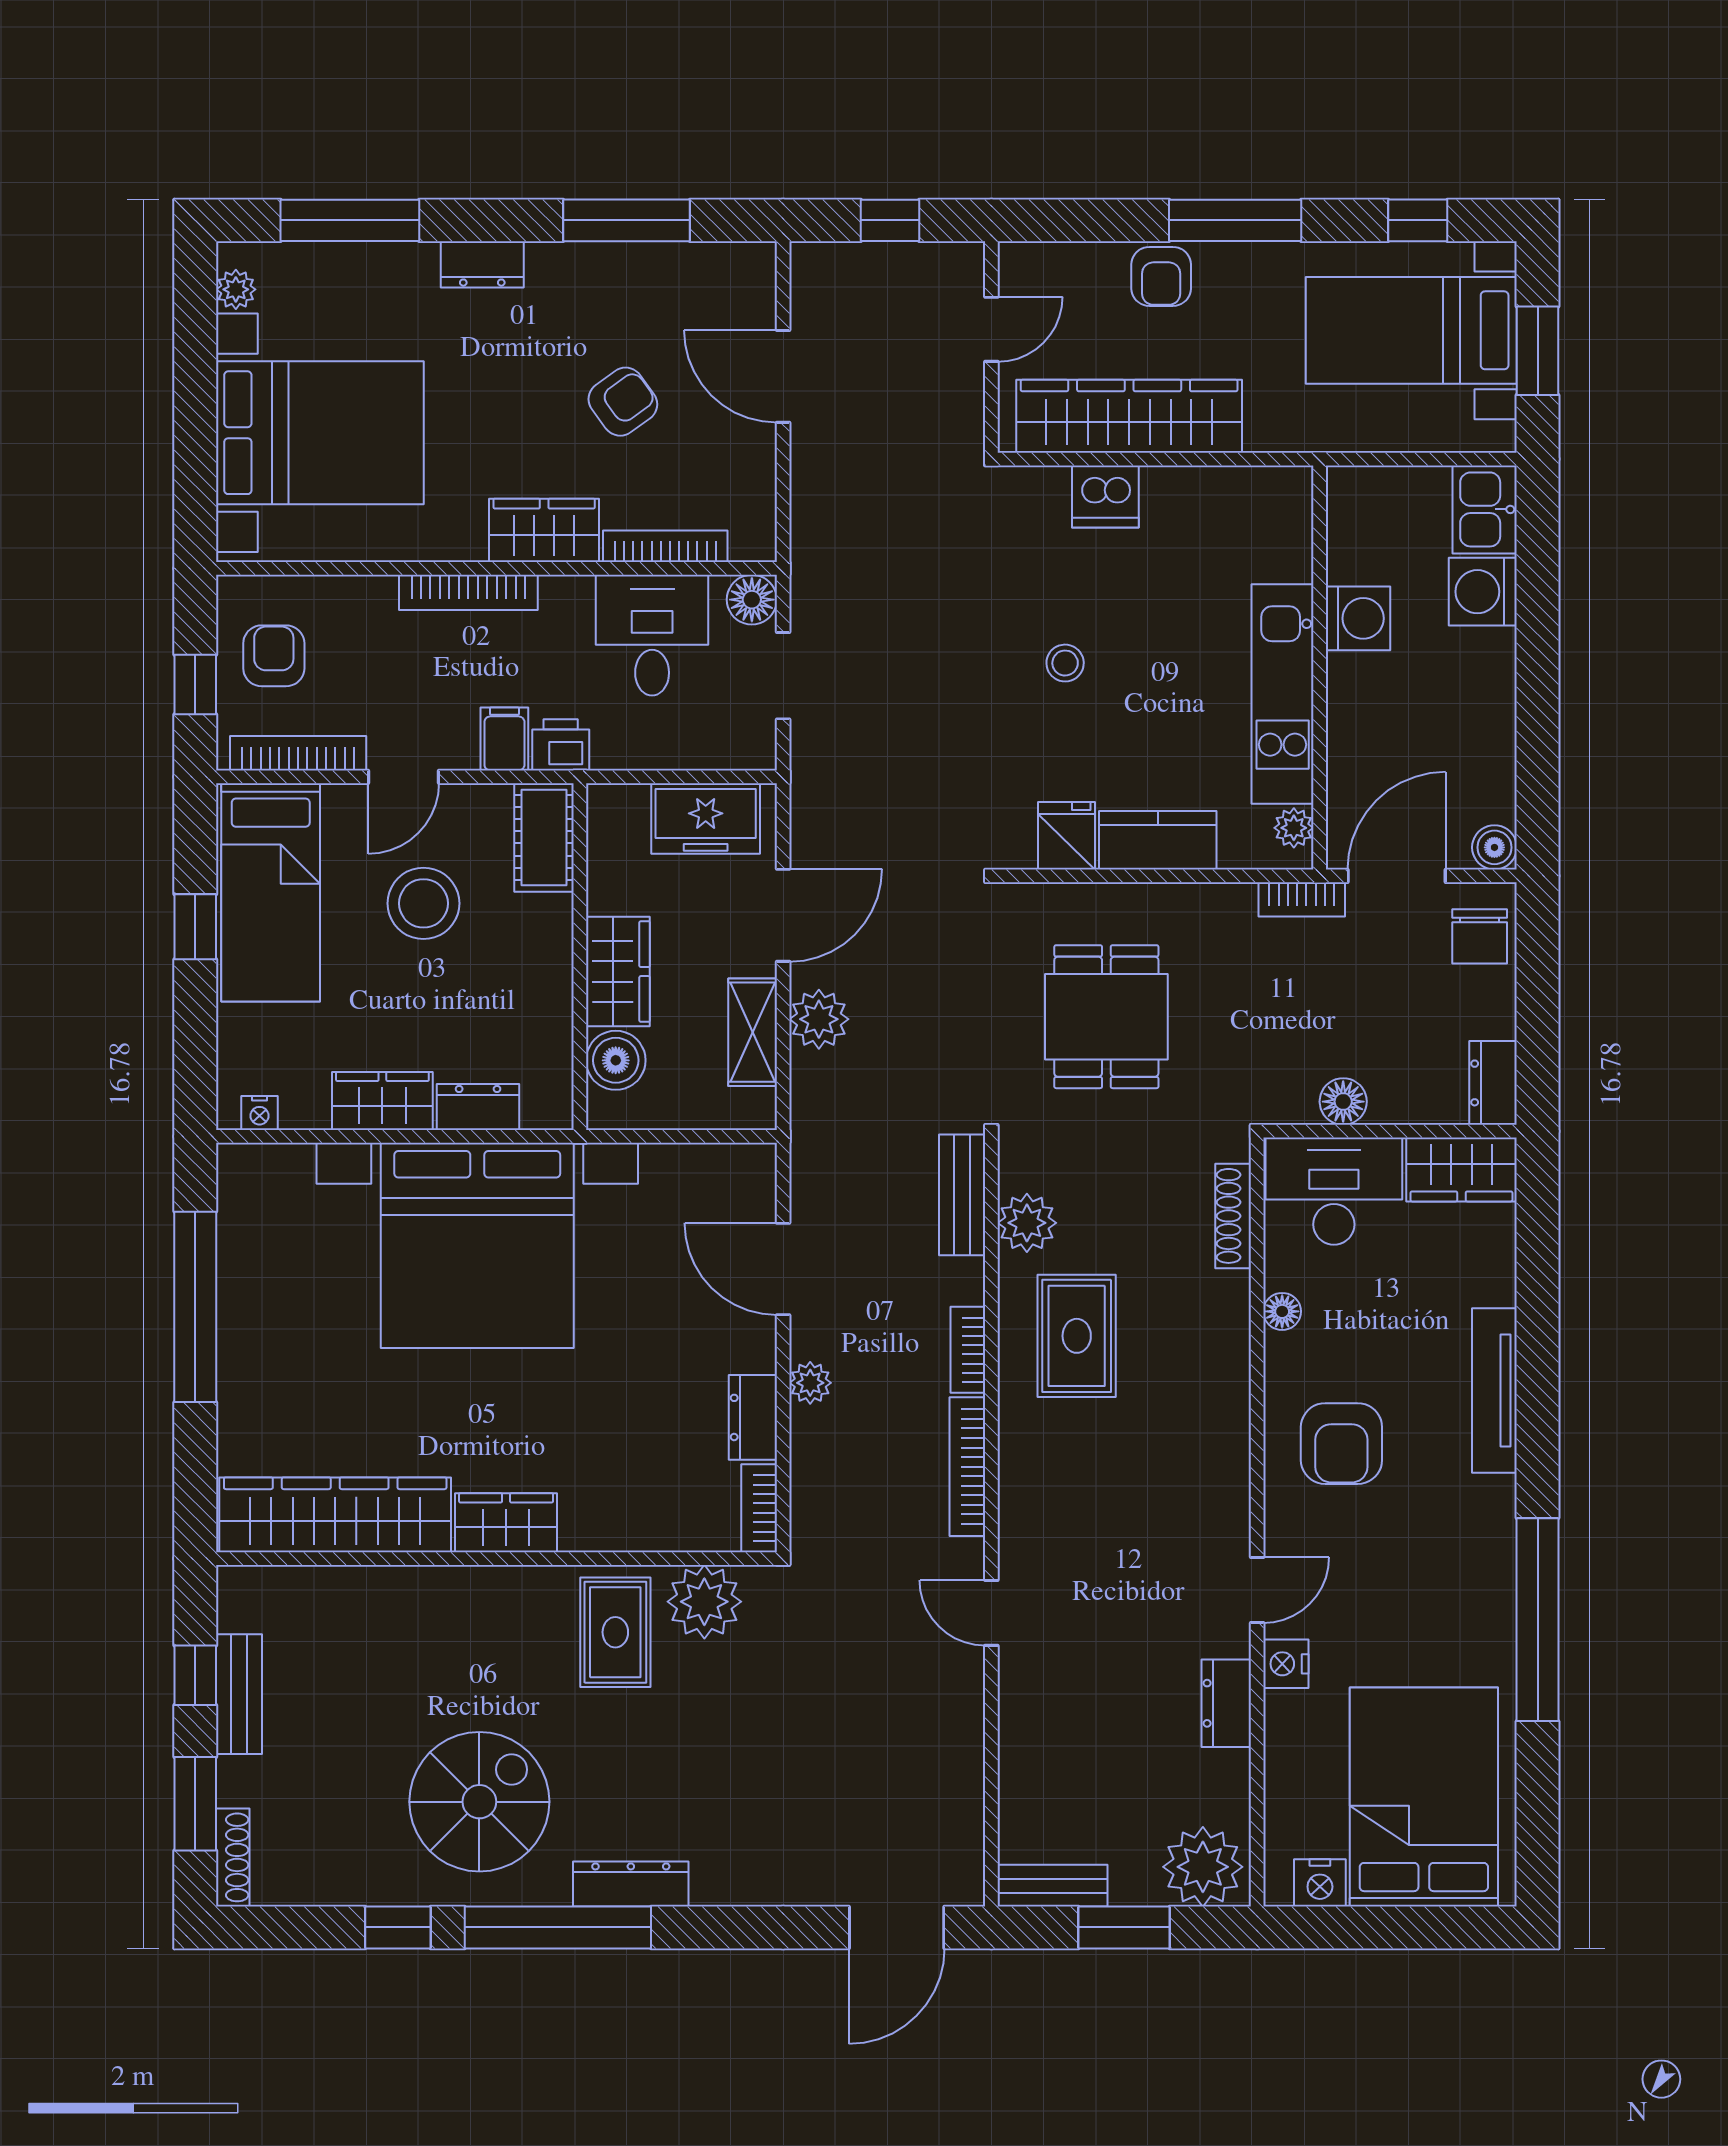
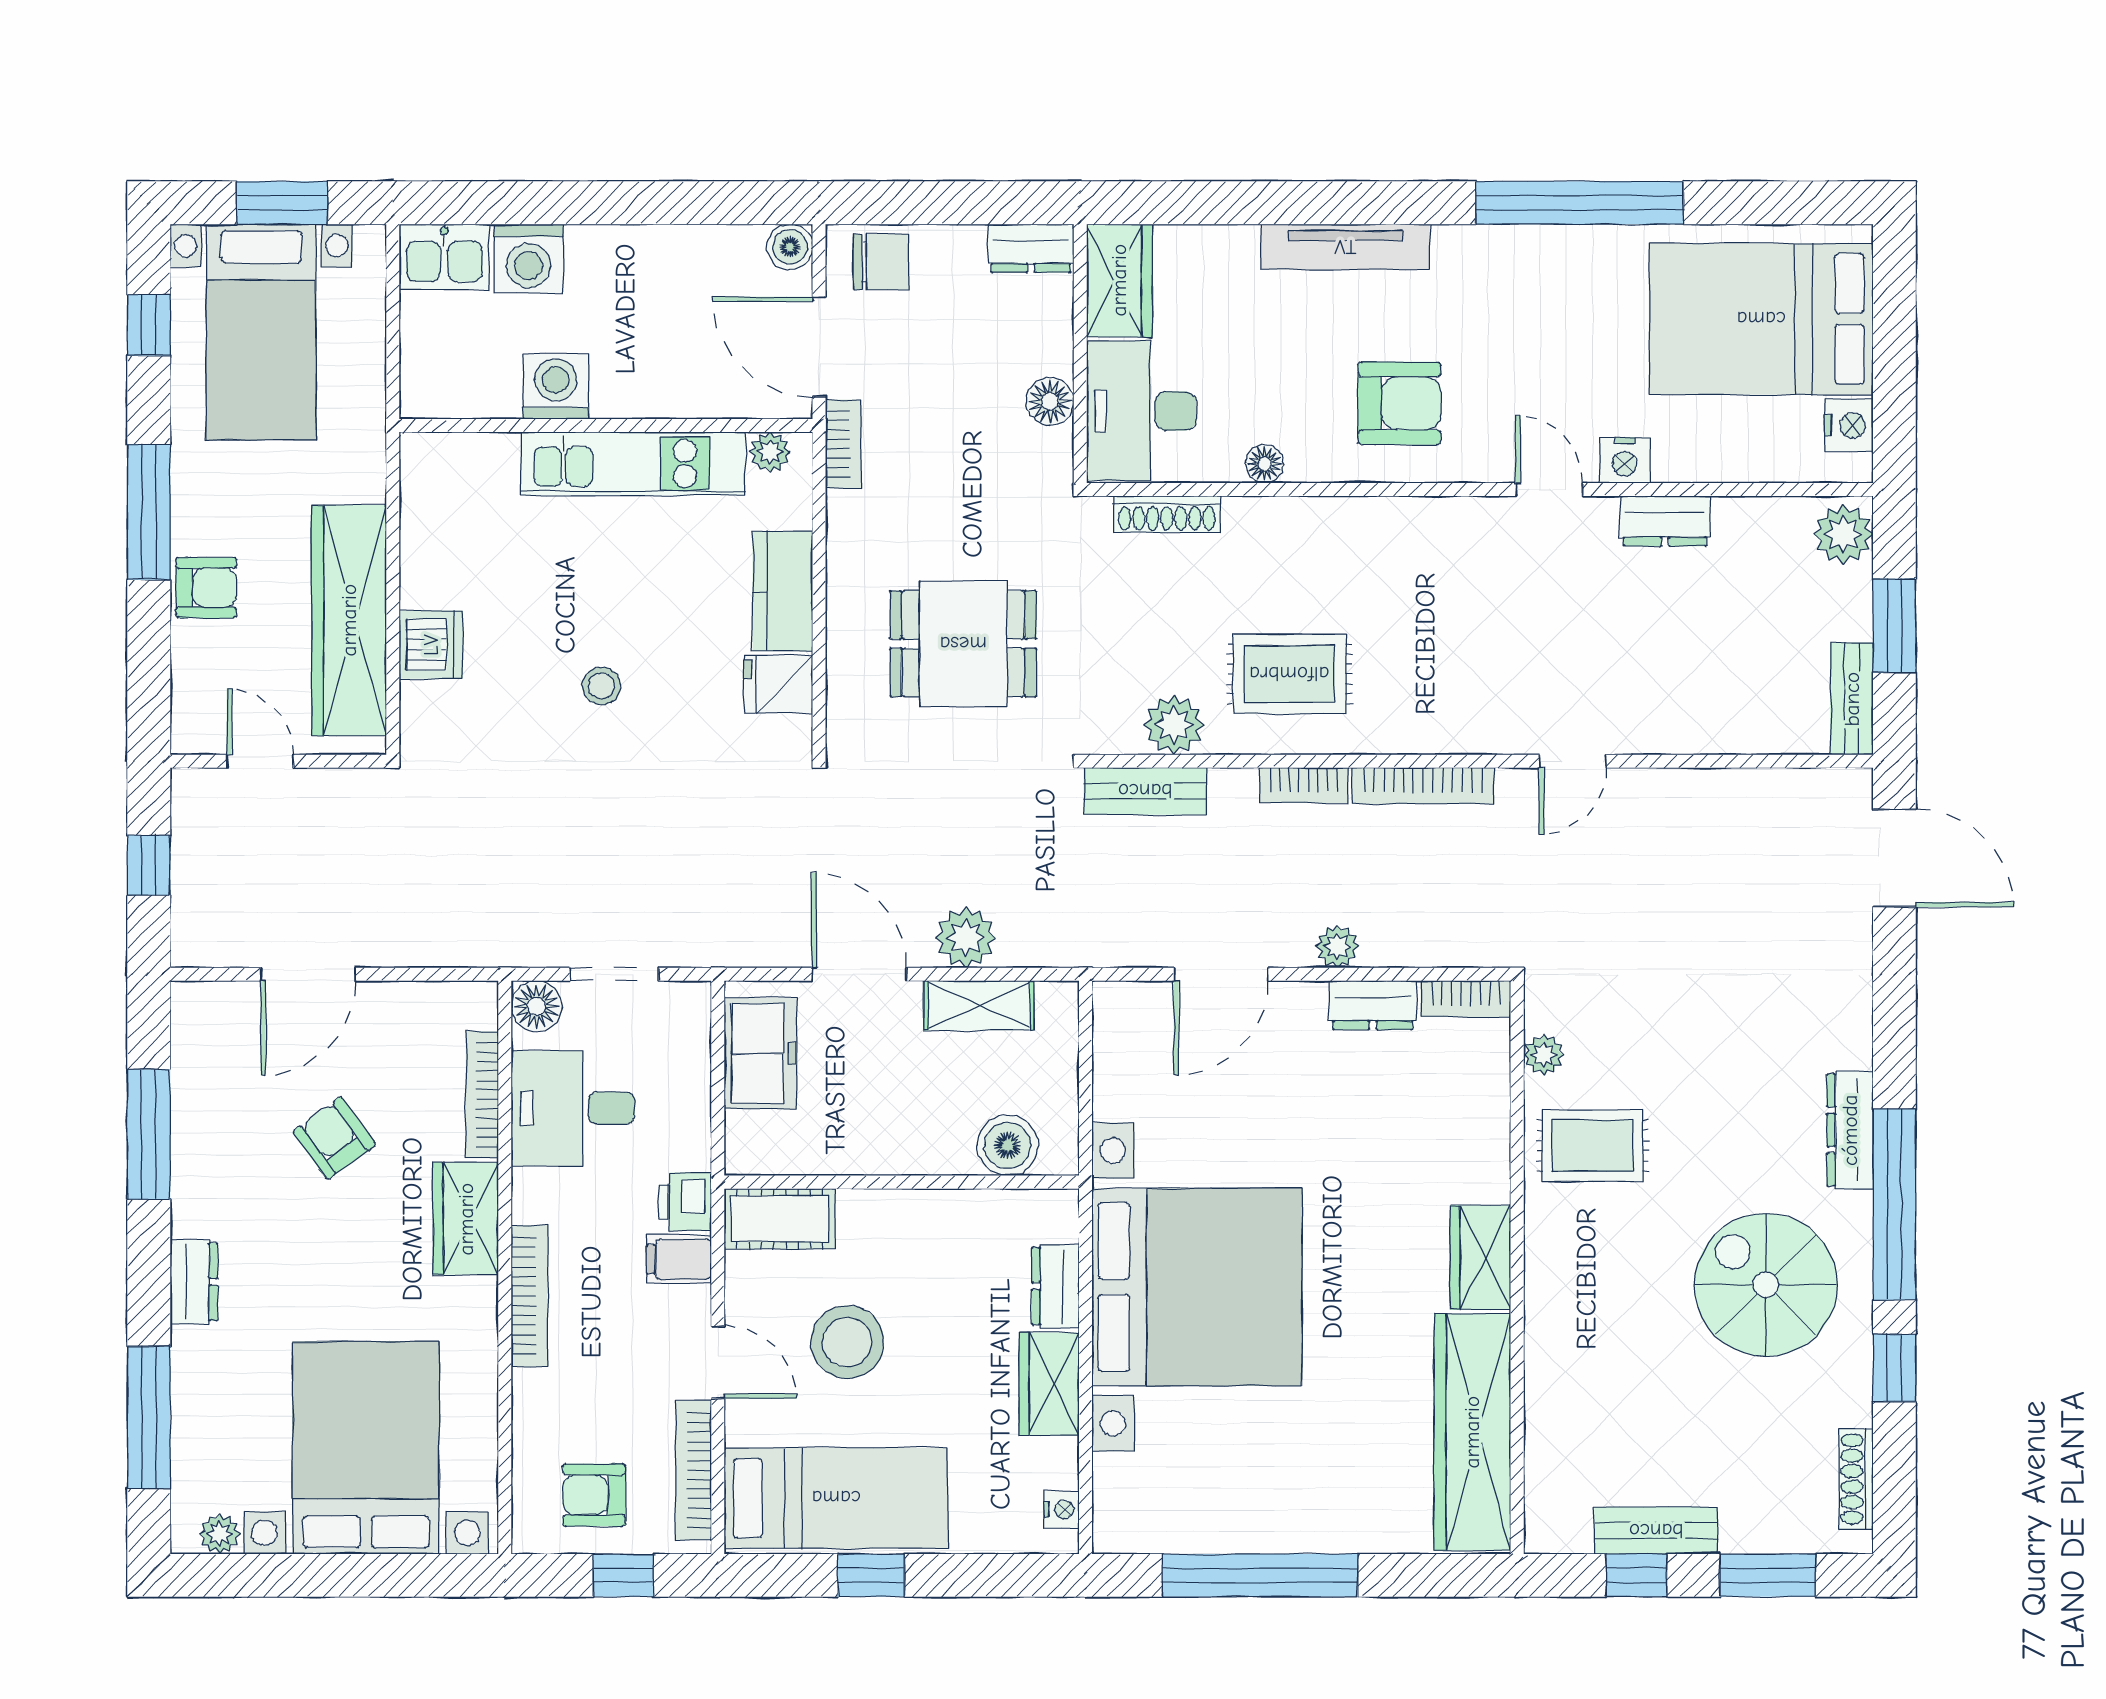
wardrobe: (618, 972) -> (917, 1143), removed
plant: (704, 1602) -> (1544, 1055), width x0.53, depth x0.53
shoe rack: (233, 1857) -> (1856, 1479), moved, turned -90
plant: (1203, 1867) -> (1843, 534), width x0.73, depth x0.73

